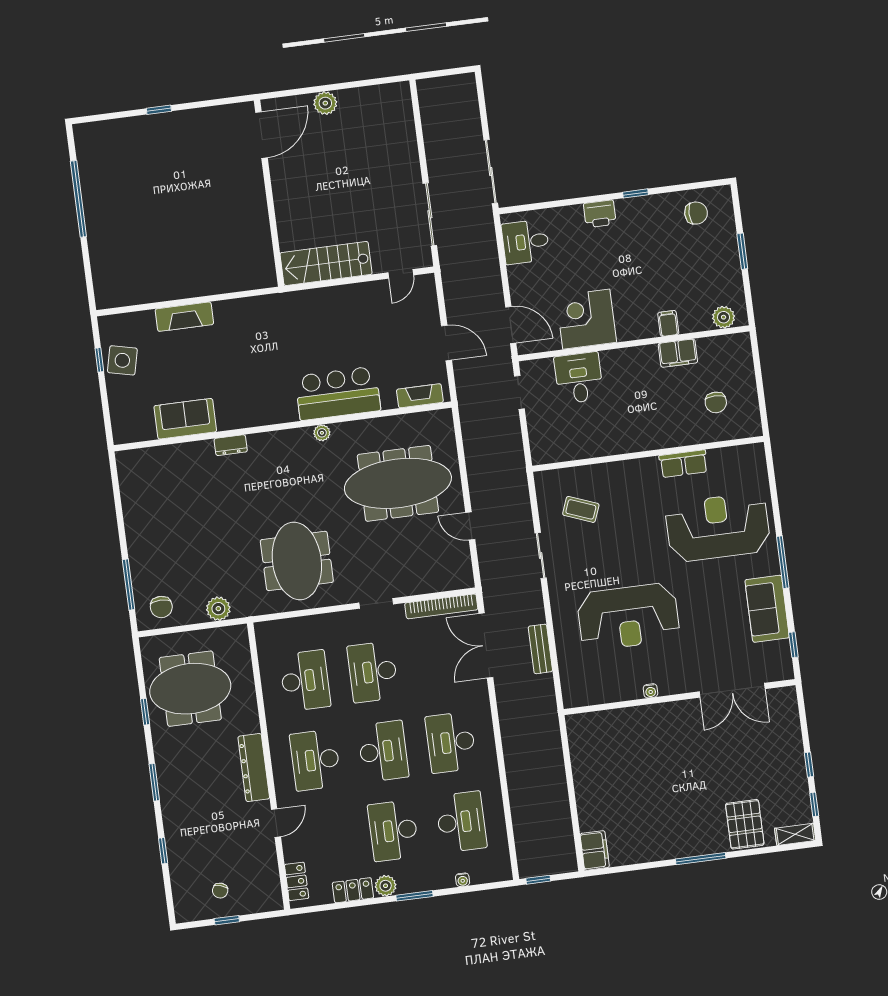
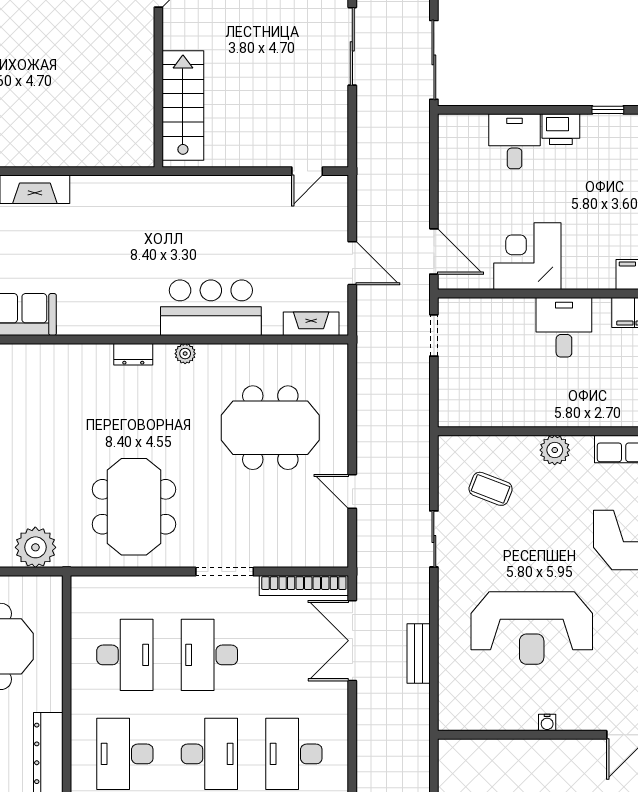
sliding door: (430, 214) -> (352, 46), moved
desk: (526, 242) -> (515, 141), moved, turned 90
stairs: (326, 264) -> (183, 105), moved, turned 90
desk: (579, 378) -> (564, 327), moved
dresser: (231, 445) -> (133, 354), moved
plant: (628, 472) -> (555, 450), added
meeting table: (398, 483) -> (270, 428), width x0.73
doorway: (376, 603) -> (225, 572), width x1.38
plant: (218, 609) -> (35, 547), width x1.36, depth x1.36

